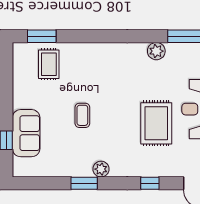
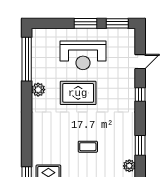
rug: (156, 123) -> (78, 93), moved
plant: (101, 169) -> (129, 166), moved

